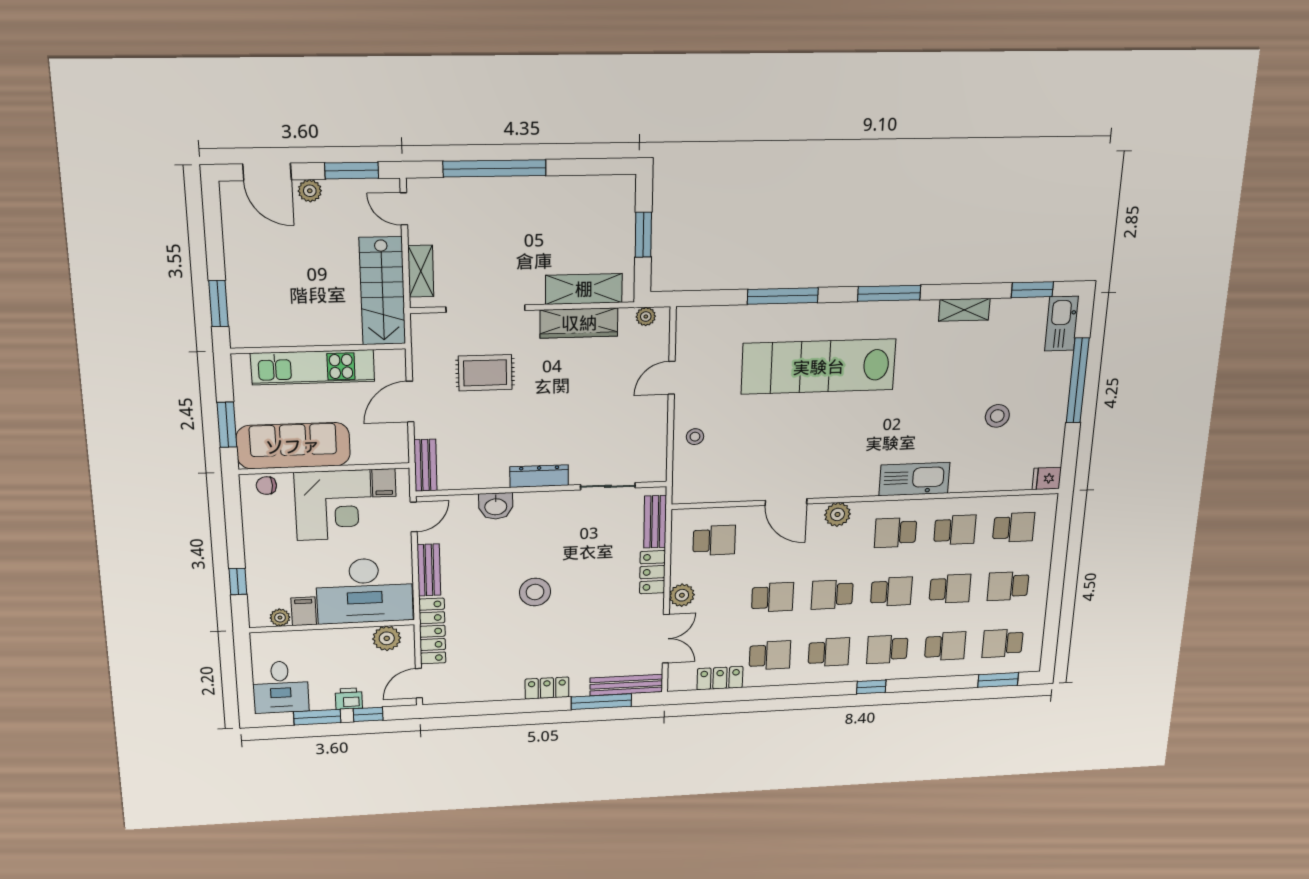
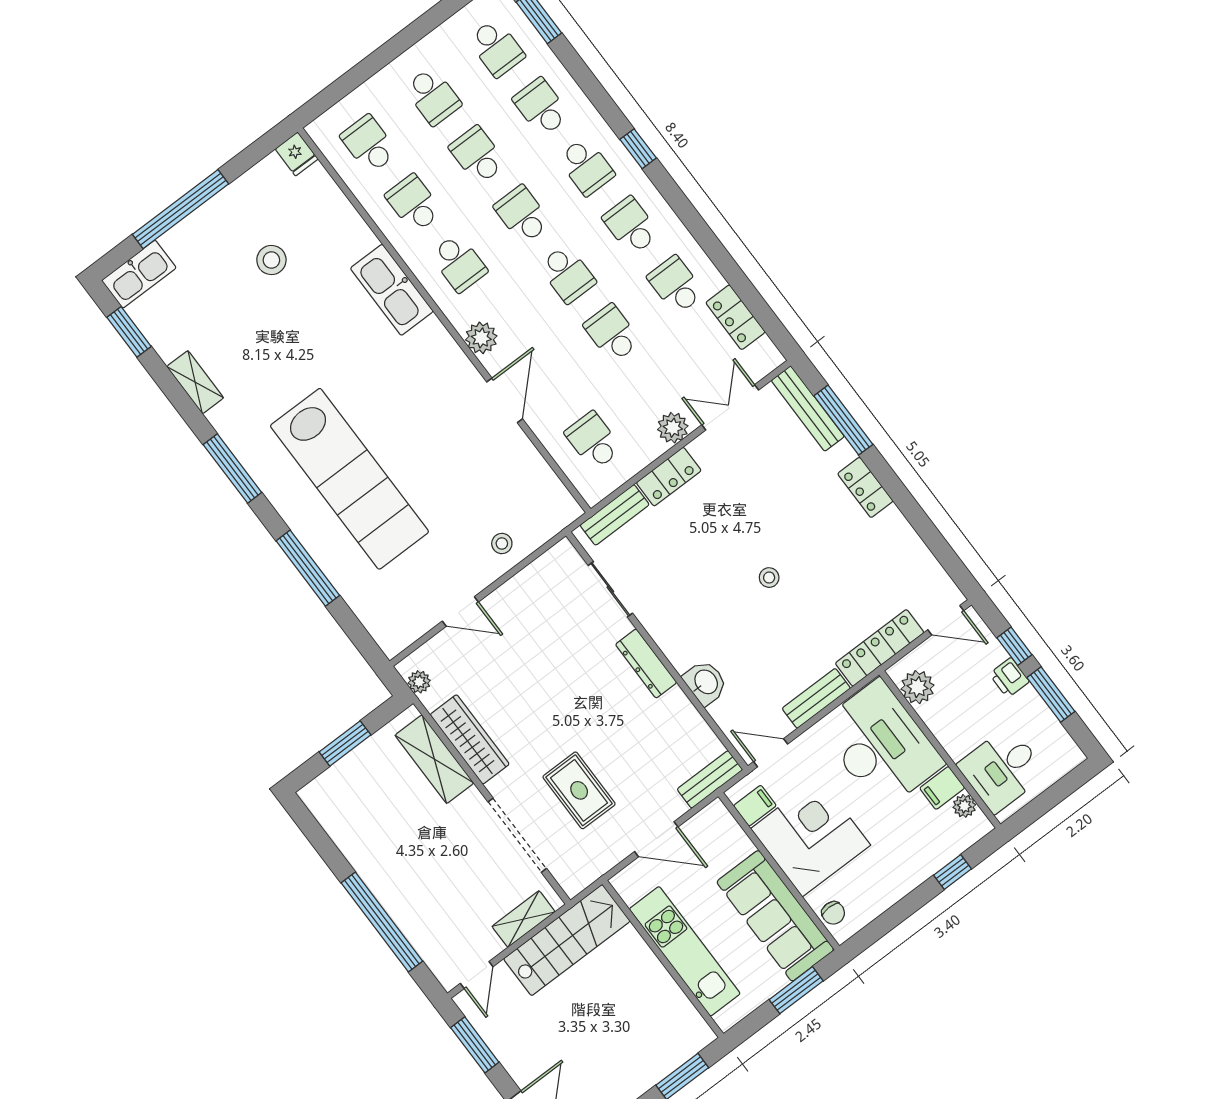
plant: (310, 191) -> (519, 1068), removed
stool: (535, 592) -> (769, 578), width x0.53, depth x0.53
desk: (280, 687) -> (1002, 769), moved, turned 180

